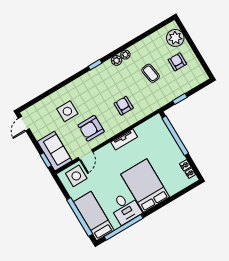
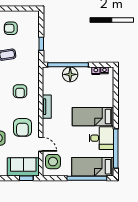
armchair: (124, 106) -> (20, 91), turned -90
floor lamp: (167, 143) -> (70, 74), added
bed: (145, 186) -> (93, 117), width x0.67

